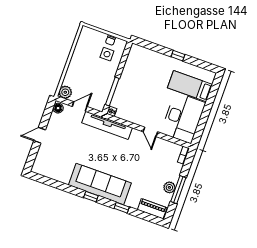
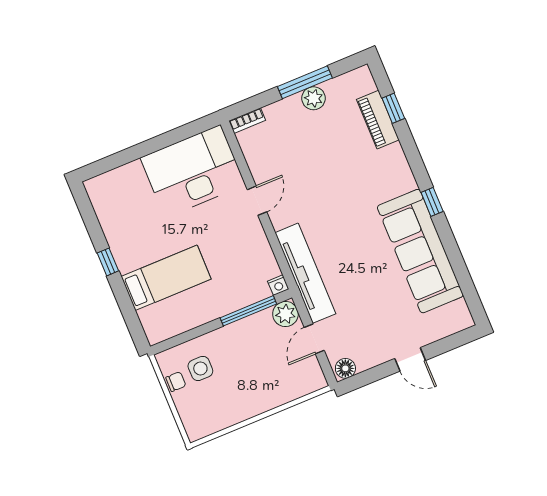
bed: (190, 86) -> (166, 278), moved, turned -90
plant: (65, 92) -> (285, 314), moved
door: (80, 106) -> (314, 339), hinge flipped
sofa: (100, 184) -> (420, 251), moved
window: (122, 208) -> (393, 108), moved
piano: (152, 209) -> (378, 120), moved

